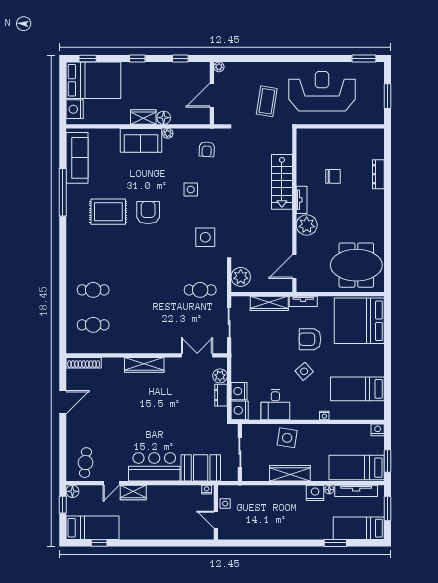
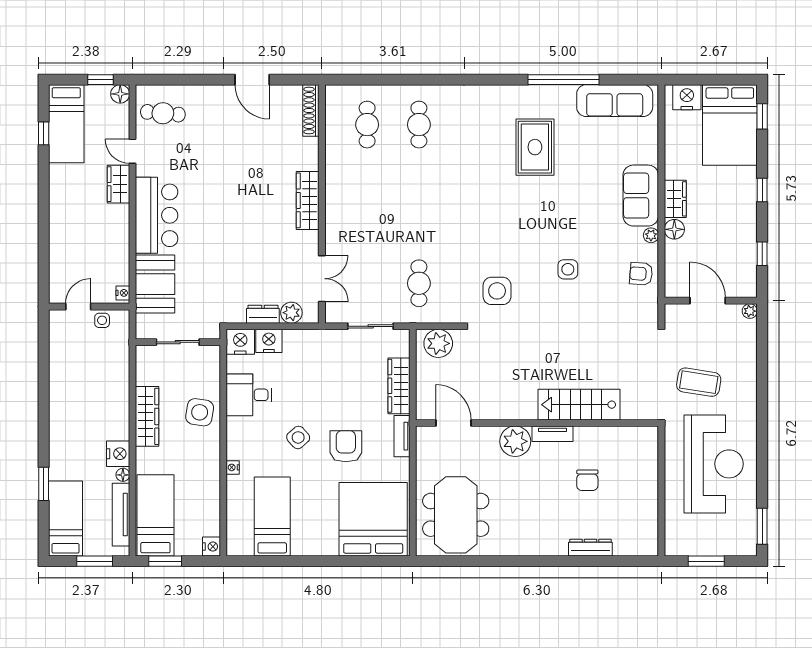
armchair: (207, 149) -> (641, 274), moved
armchair: (148, 213) -> (534, 206), removed

